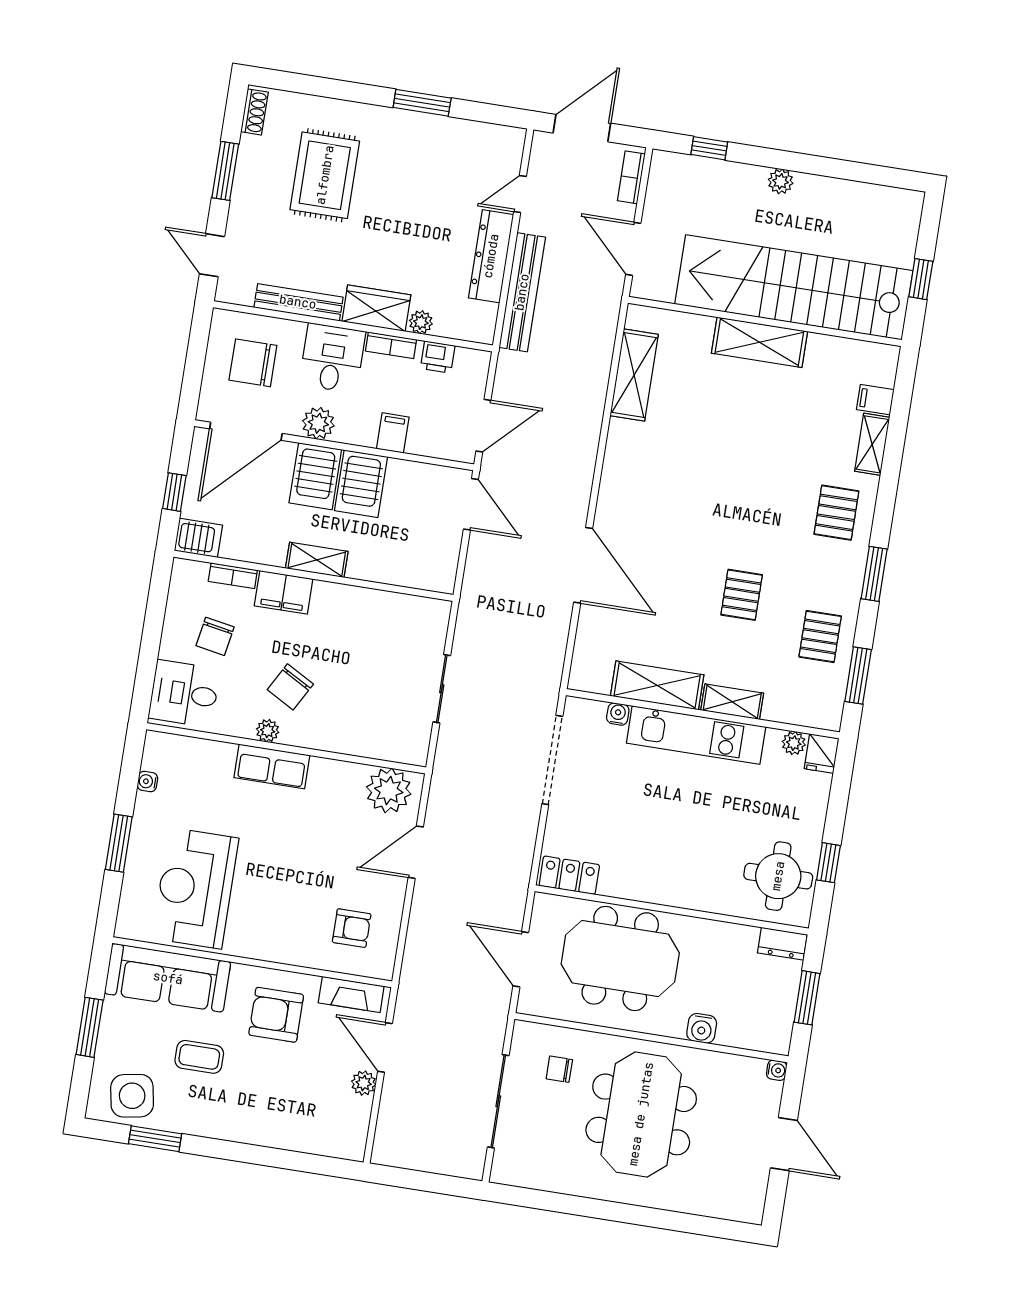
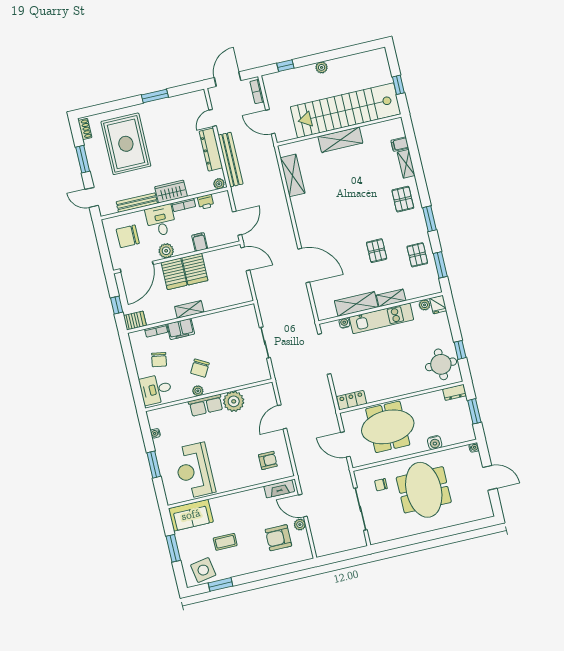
rug: (325, 175) -> (126, 144), width x1.37, depth x1.44
plant: (421, 322) -> (219, 184), moved
plant: (389, 790) -> (234, 401), moved
sofa: (168, 978) -> (191, 515), width x0.73
armchair: (276, 1015) -> (278, 538), moved

